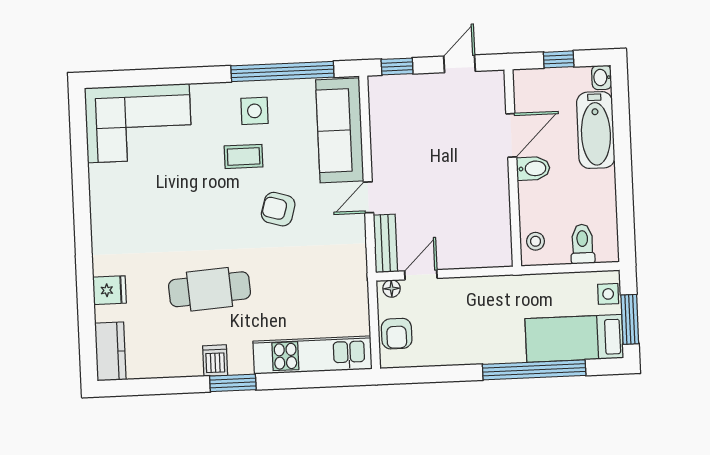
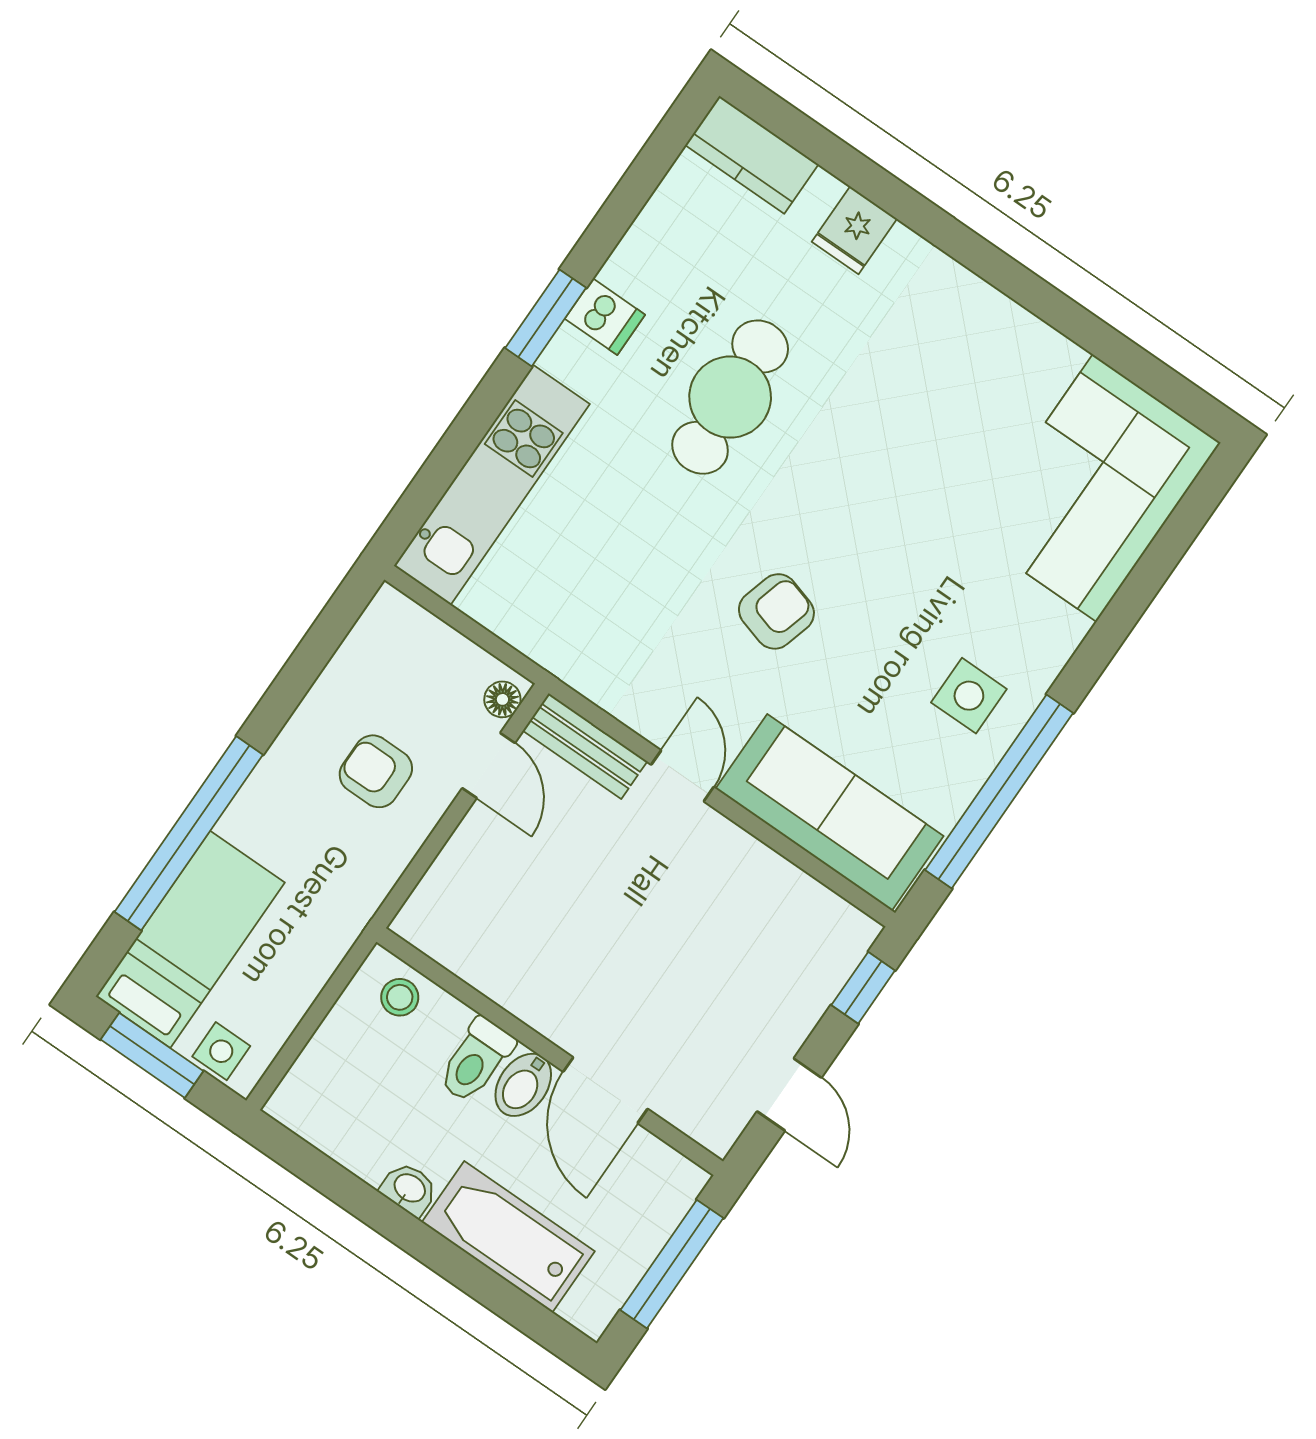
window: (559, 59) -> (672, 1264), width x2.17
washbasin: (602, 77) -> (409, 1189), moved
coffee table: (244, 156) -> (907, 620), removed
toilet: (582, 244) -> (476, 1060), moved, turned 90
armchair: (397, 334) -> (376, 771), moved

